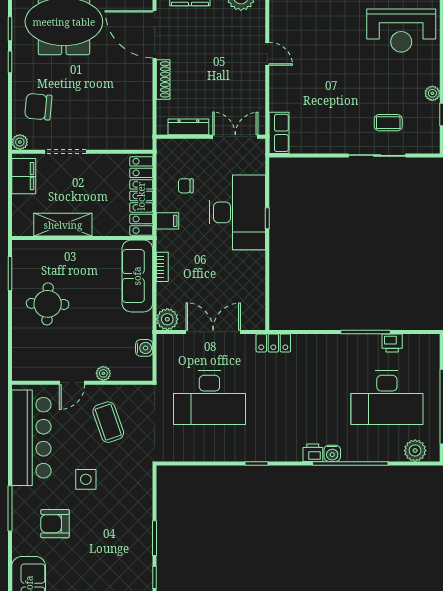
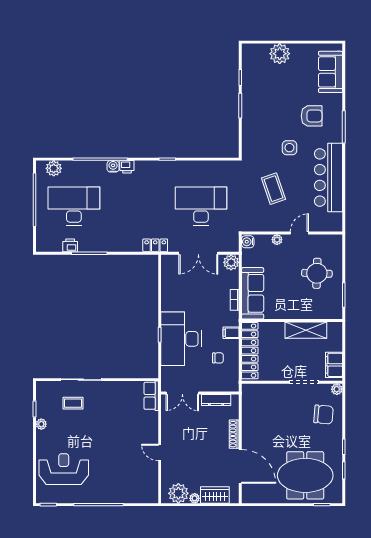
plant: (103, 373) -> (277, 240), moved
door: (72, 383) -> (299, 233), moved
wall: (82, 383) -> (292, 233), moved

